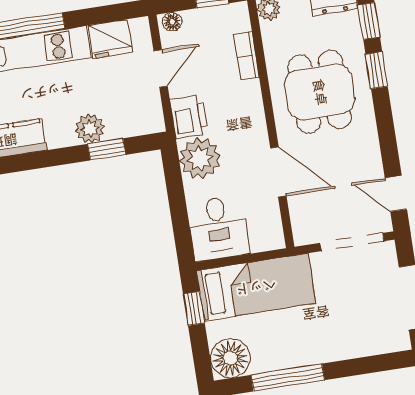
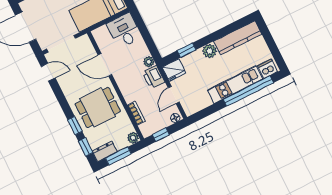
fridge: (110, 39) -> (174, 70), moved, turned 180
dining table: (320, 92) -> (98, 107), turned 90
plant: (90, 129) -> (210, 51), moved
plant: (200, 158) -> (149, 62), width x0.53, depth x0.53

